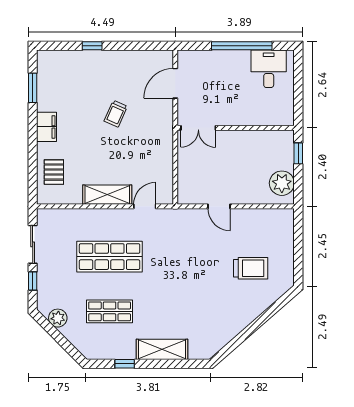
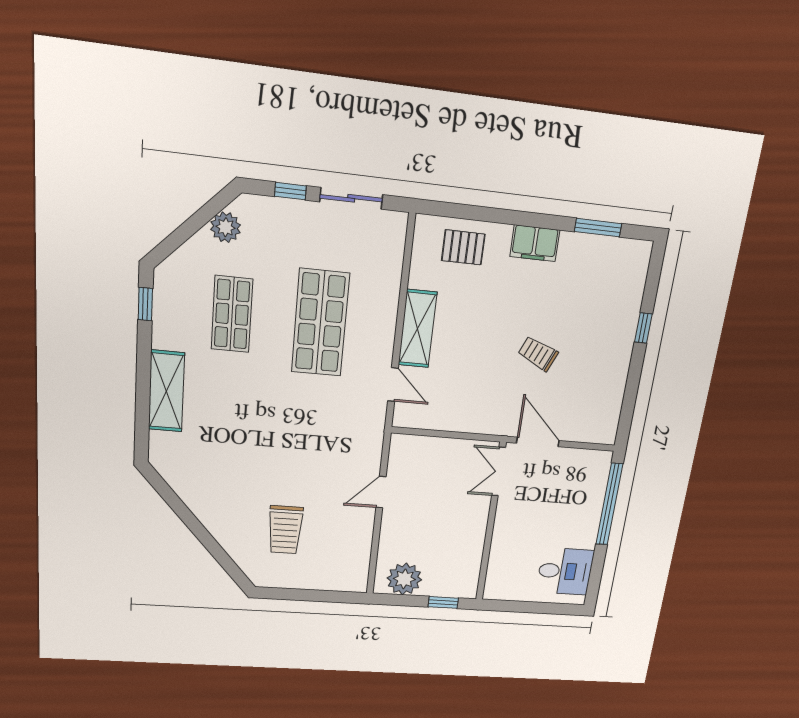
window: (242, 46) -> (609, 504), moved
door: (175, 83) -> (538, 442), moved
window: (125, 364) -> (145, 304), moved

